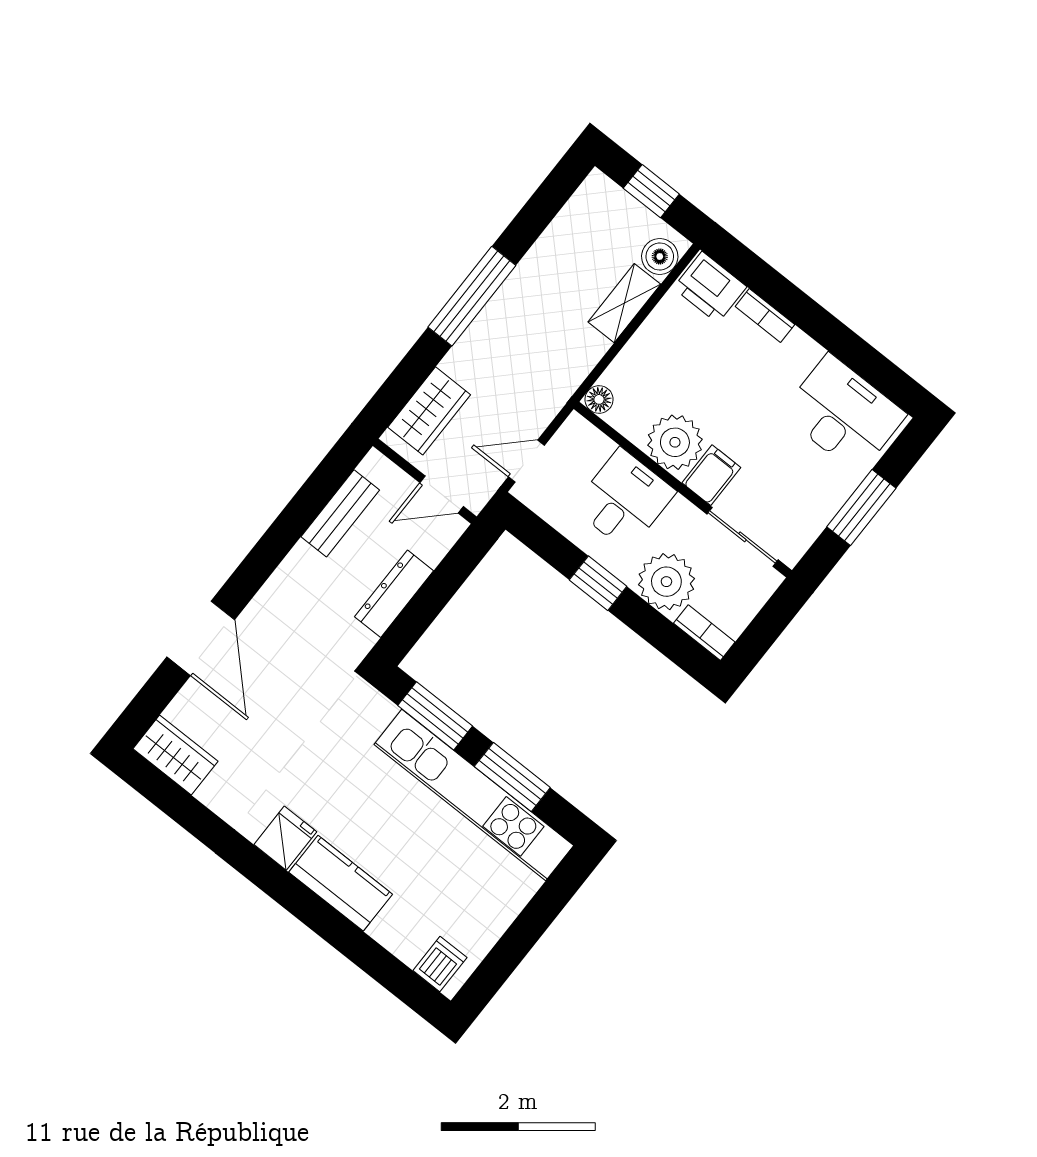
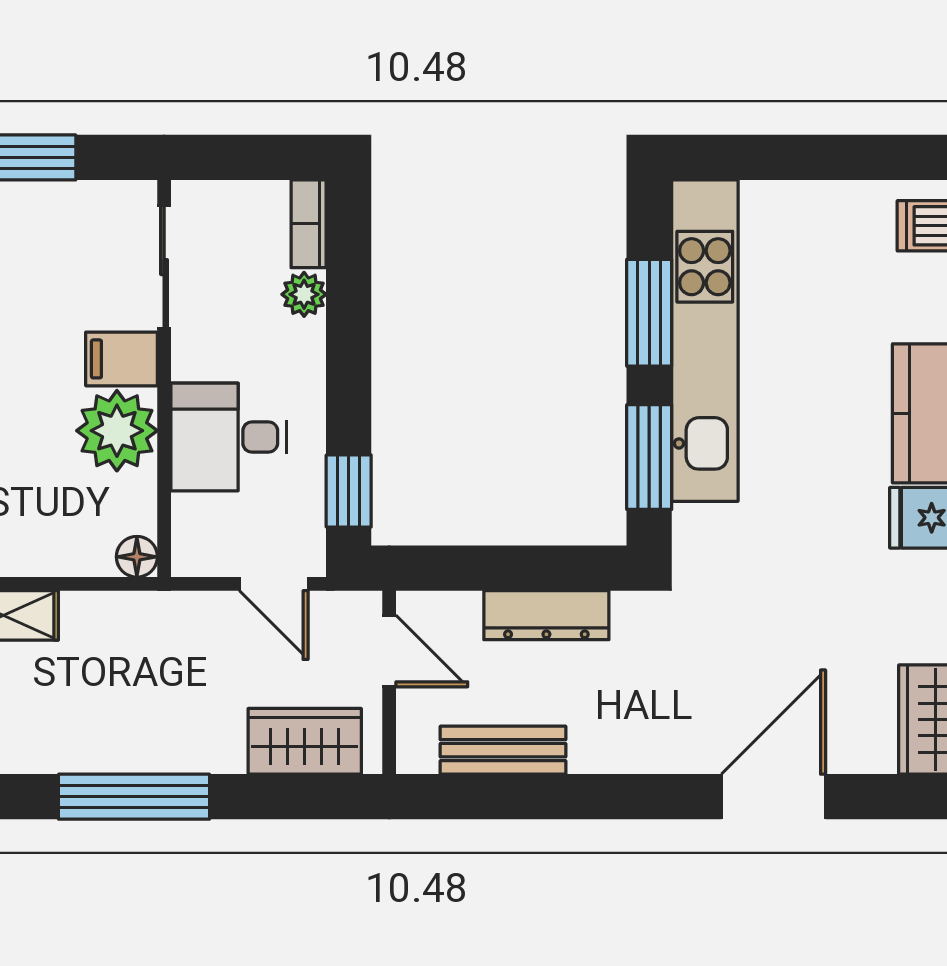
plant: (666, 582) -> (304, 294), width x0.53, depth x0.53
window: (598, 583) -> (349, 491), moved

